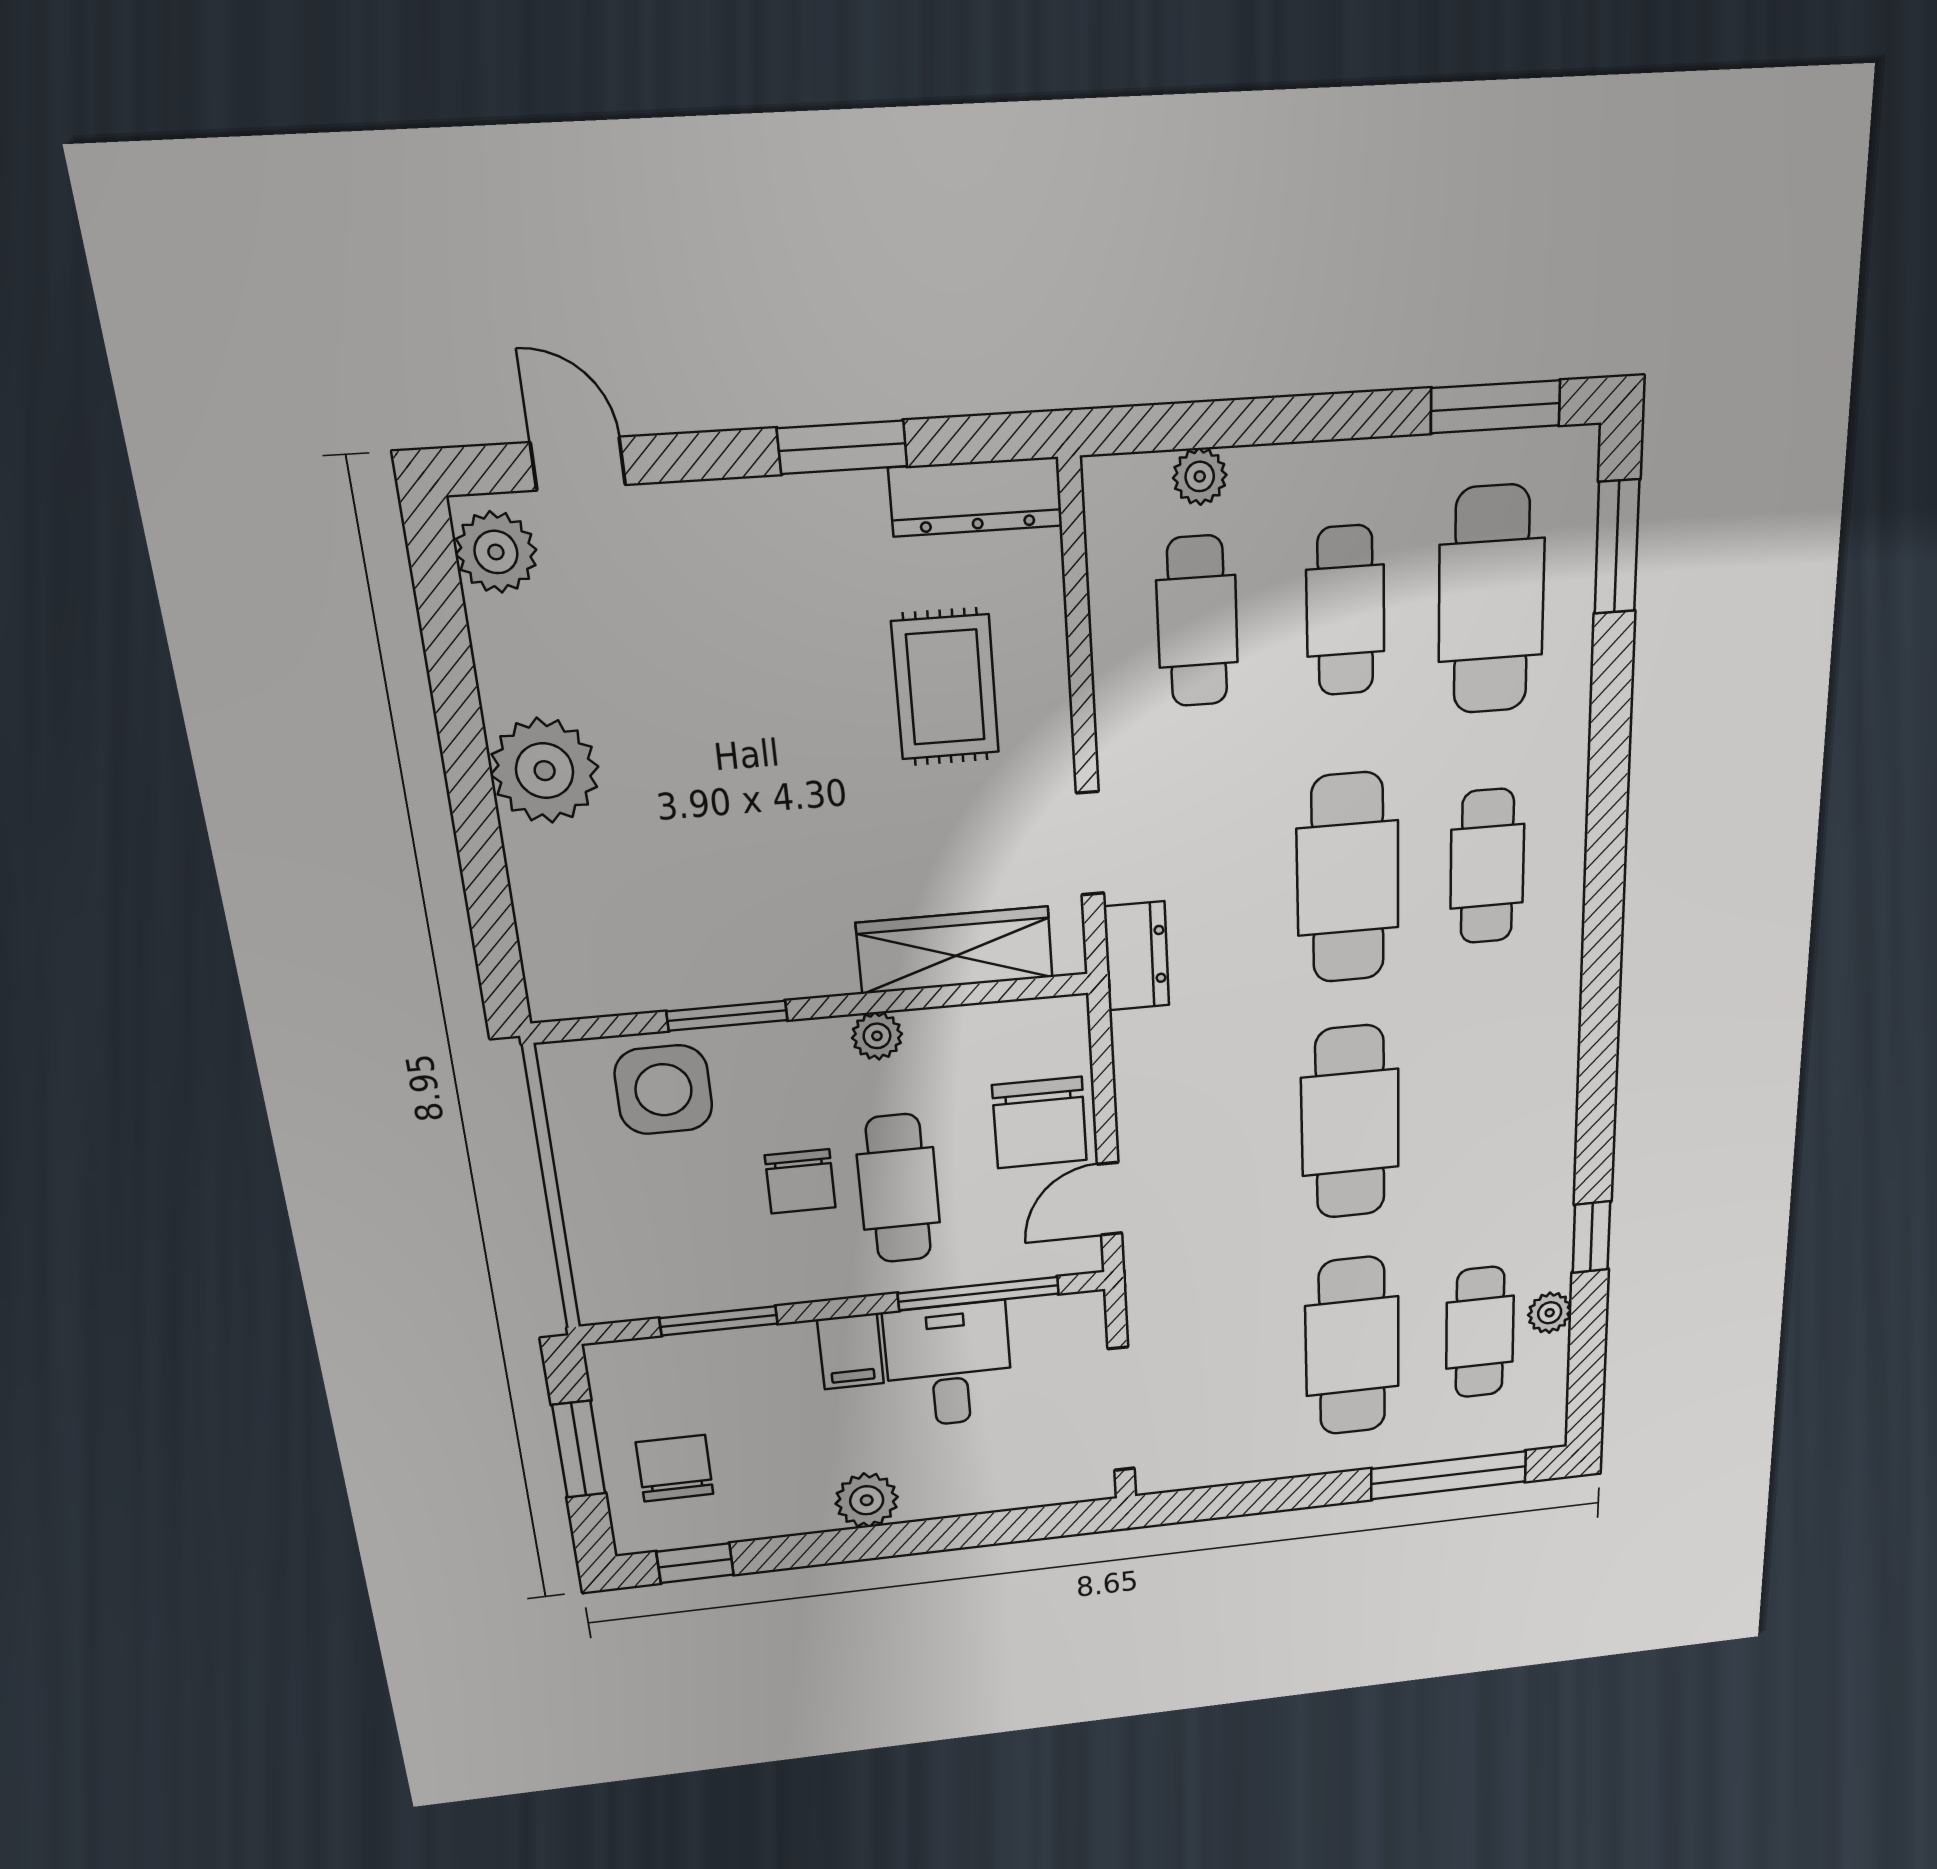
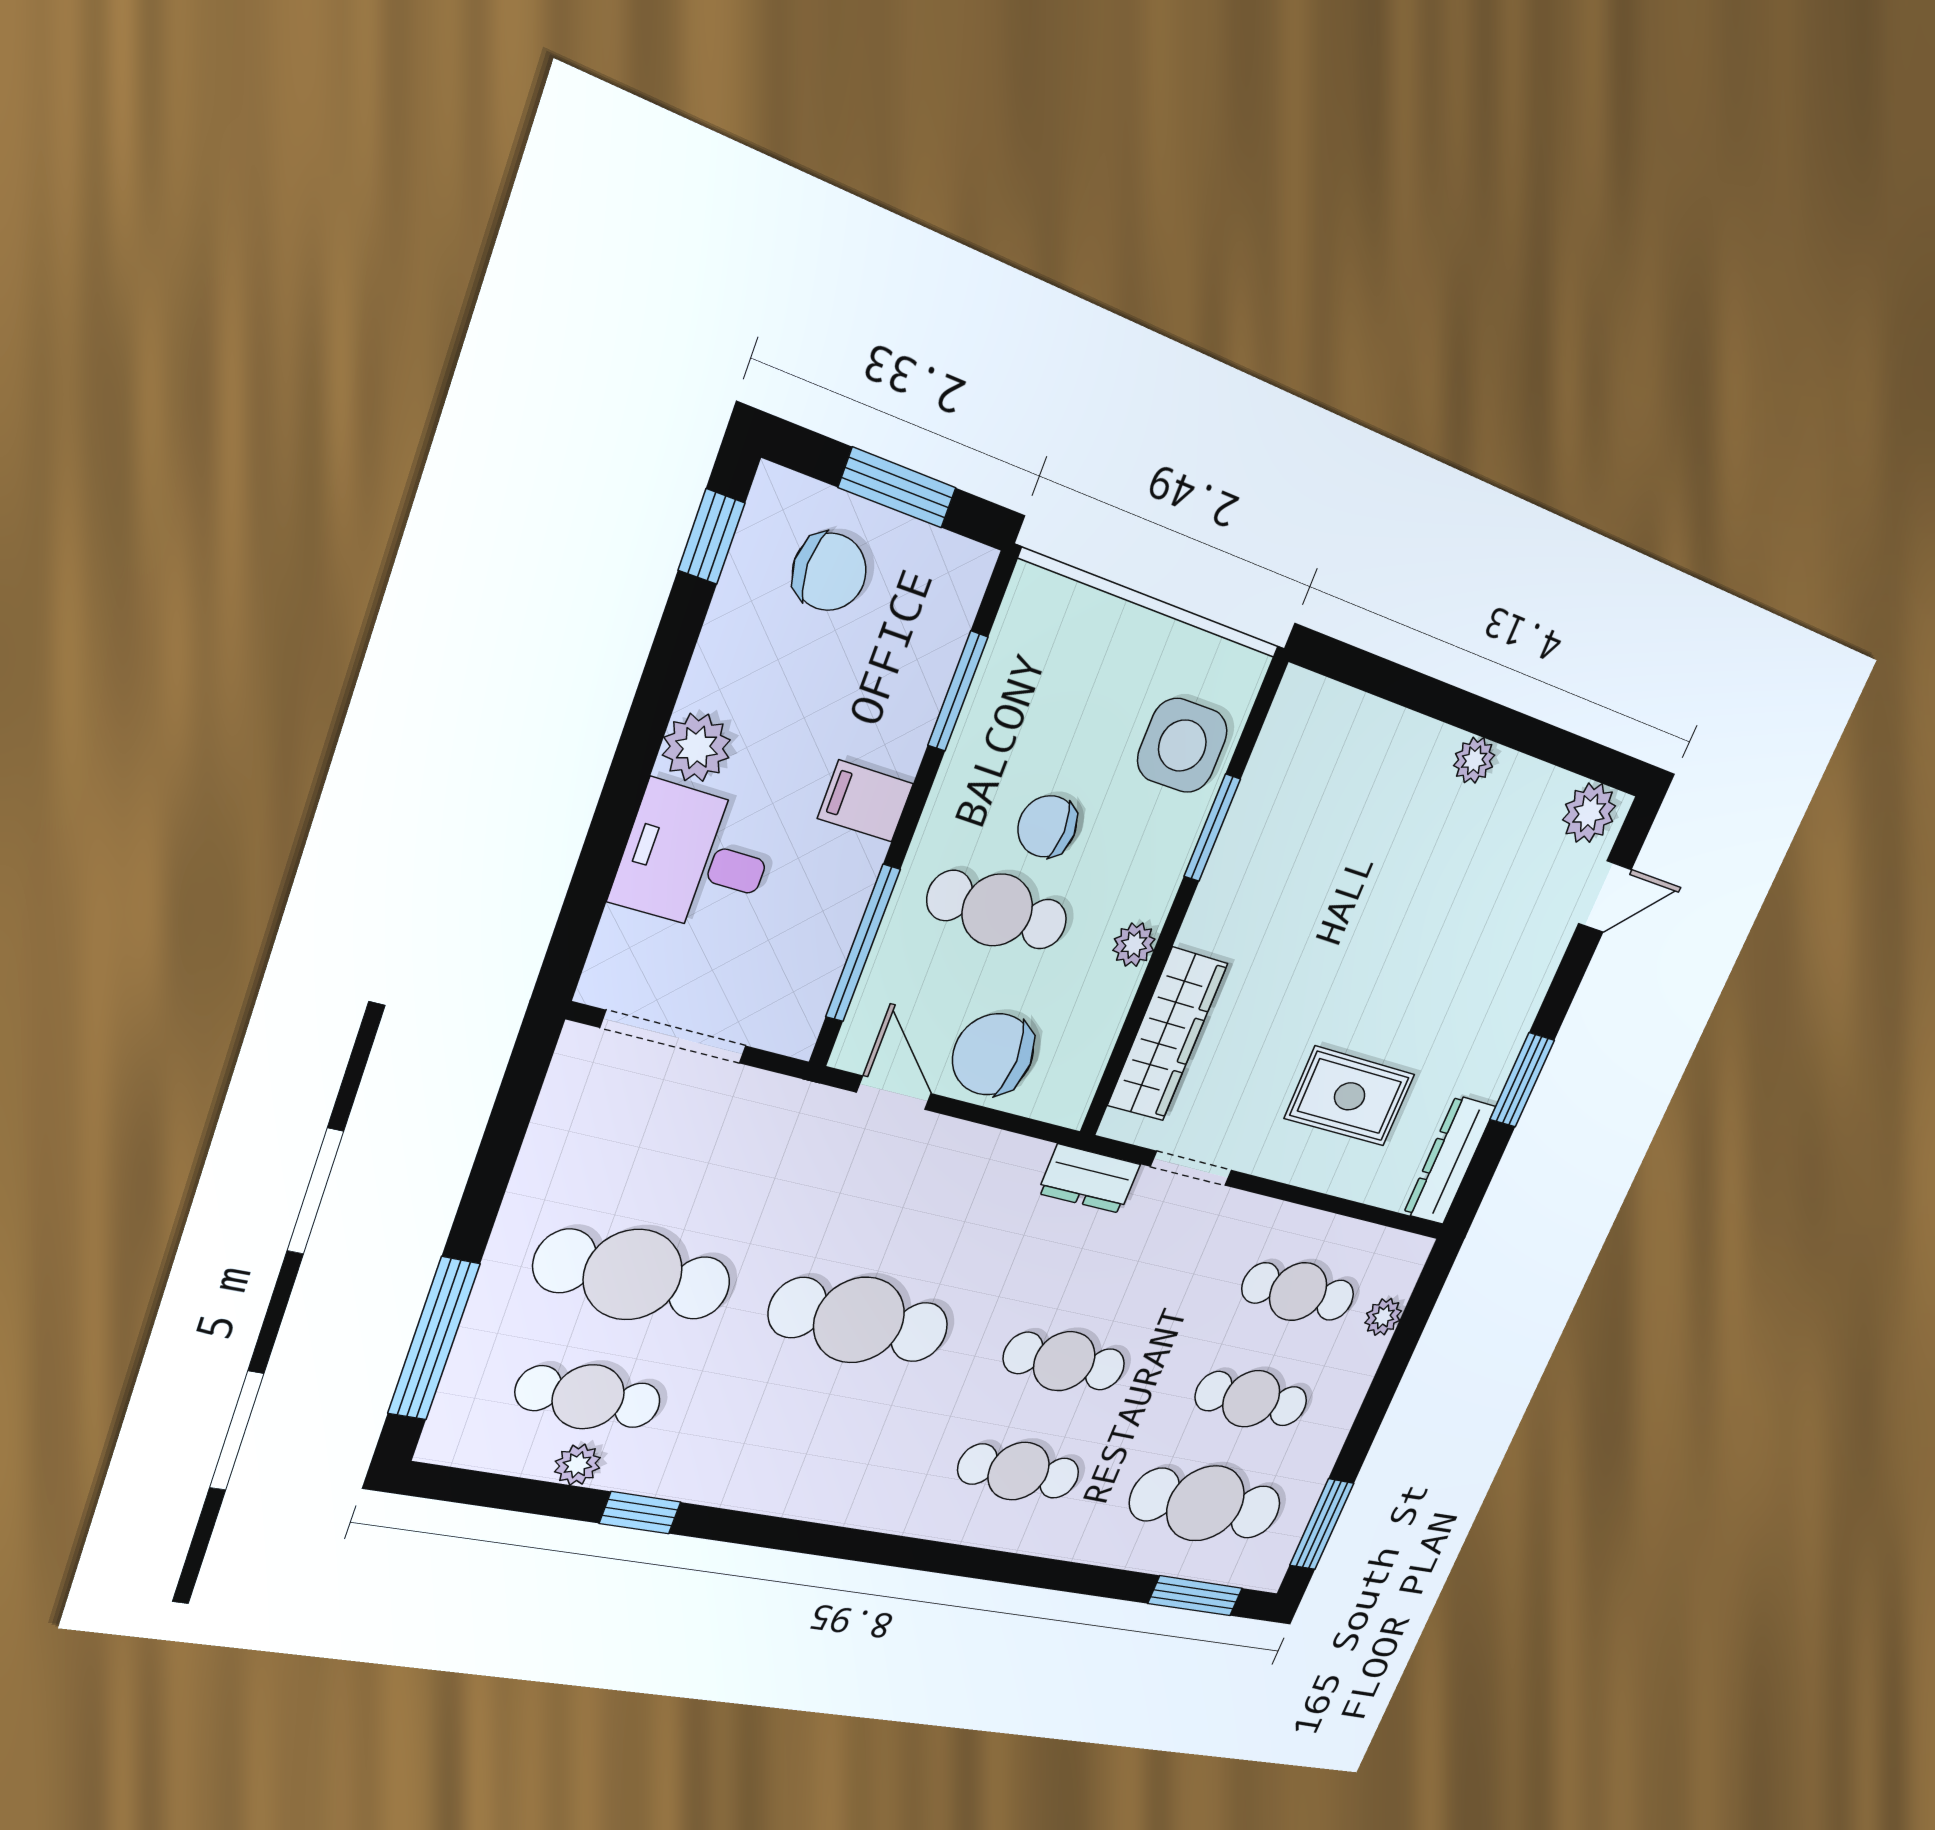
plant: (545, 771) -> (1474, 760), width x0.53, depth x0.53
cafe table: (1348, 878) -> (1064, 1361), width x0.73, depth x0.74
desk: (949, 1365) -> (695, 859), moved, turned 180

